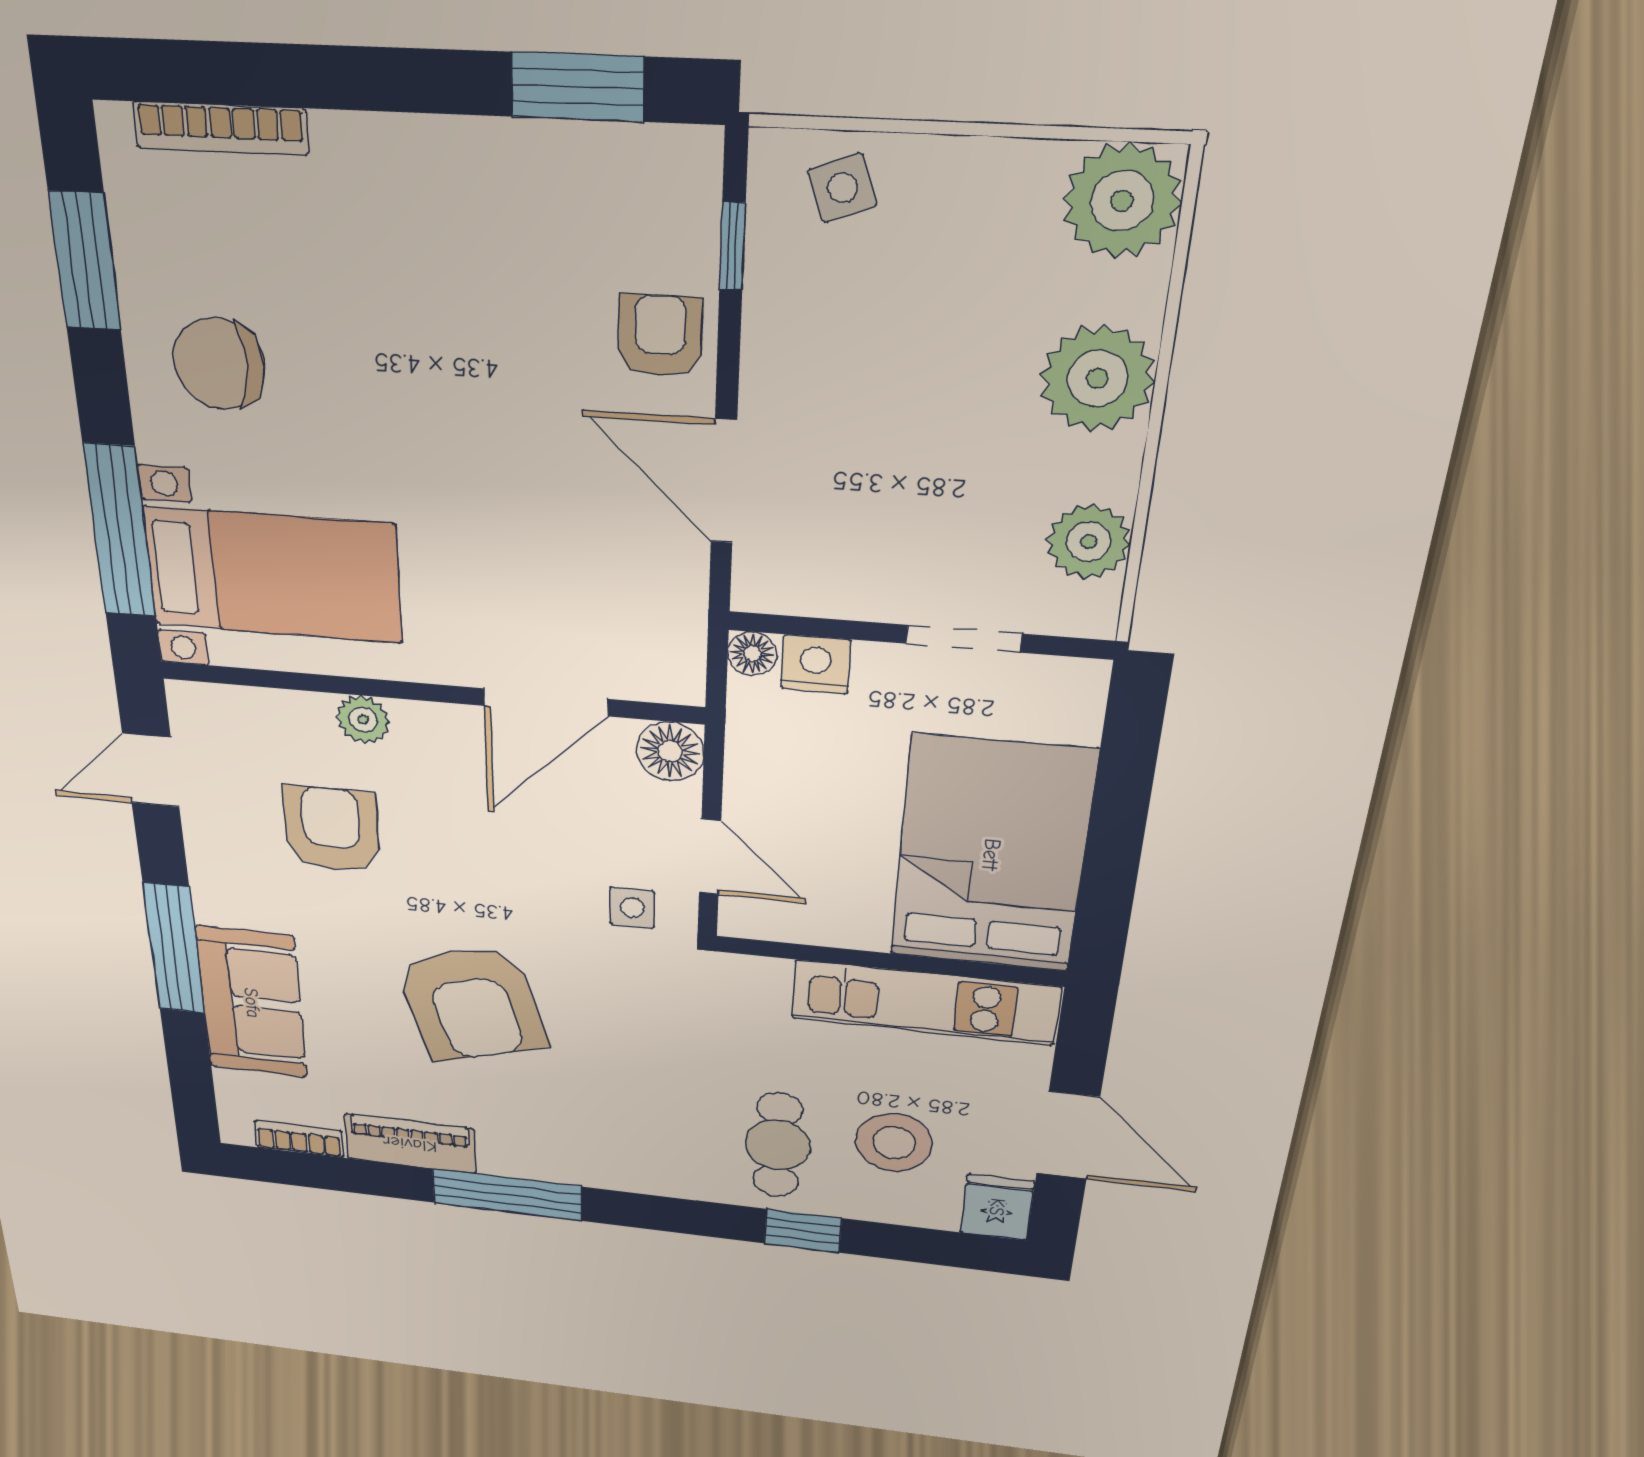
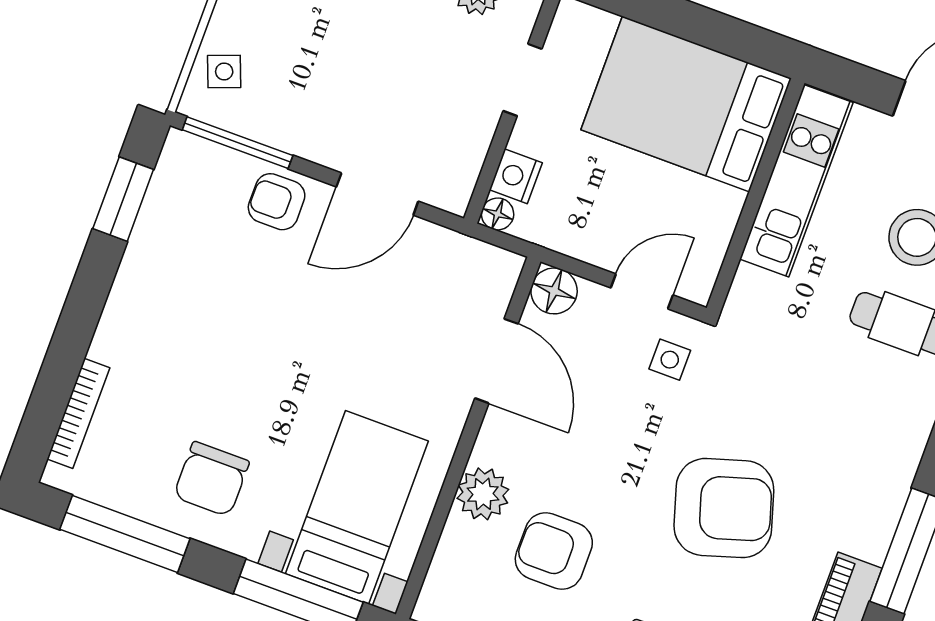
window: (732, 246) -> (238, 143), width x2.17
window: (85, 261) -> (125, 534), width x1.44
plant: (363, 720) -> (483, 494), width x1.38, depth x1.38

